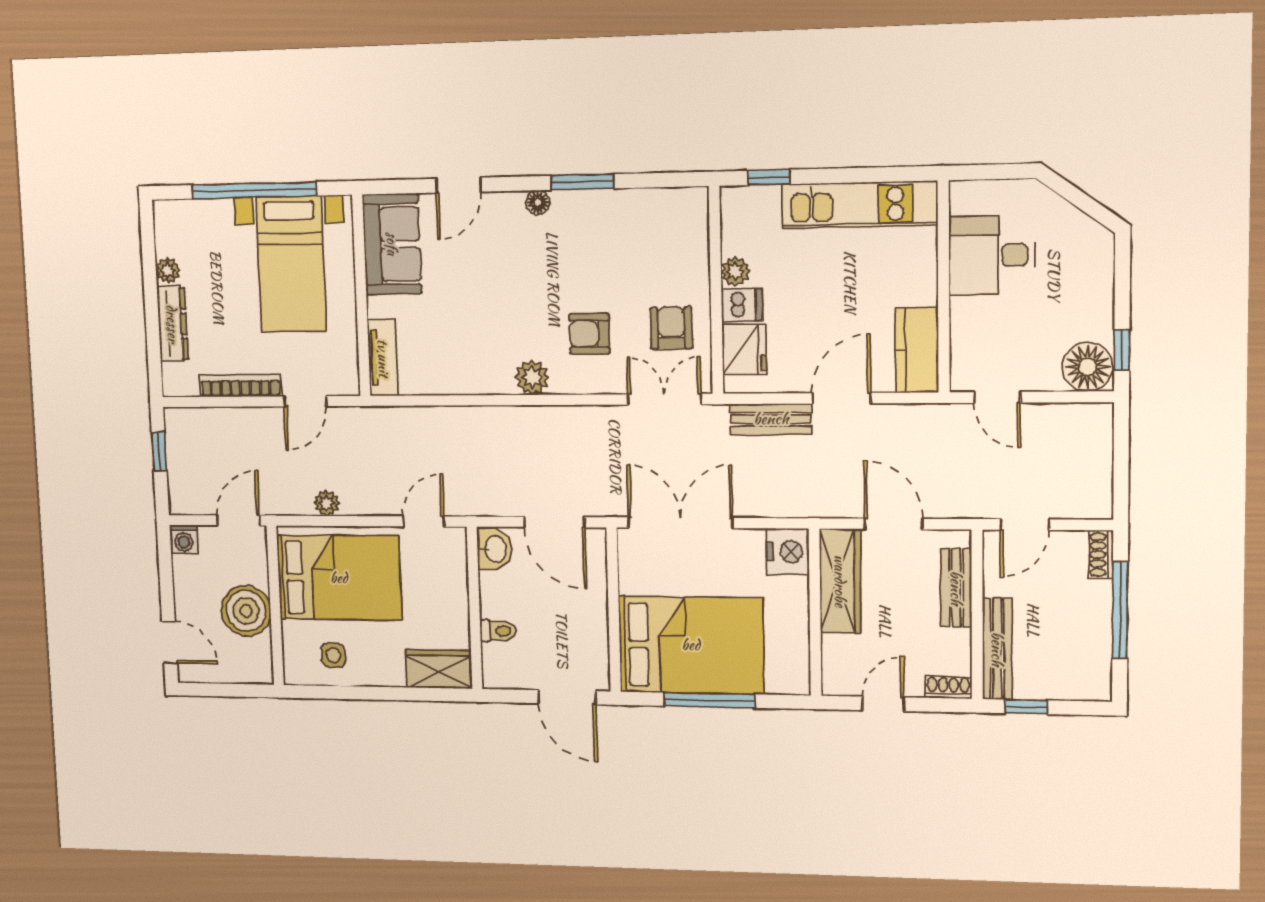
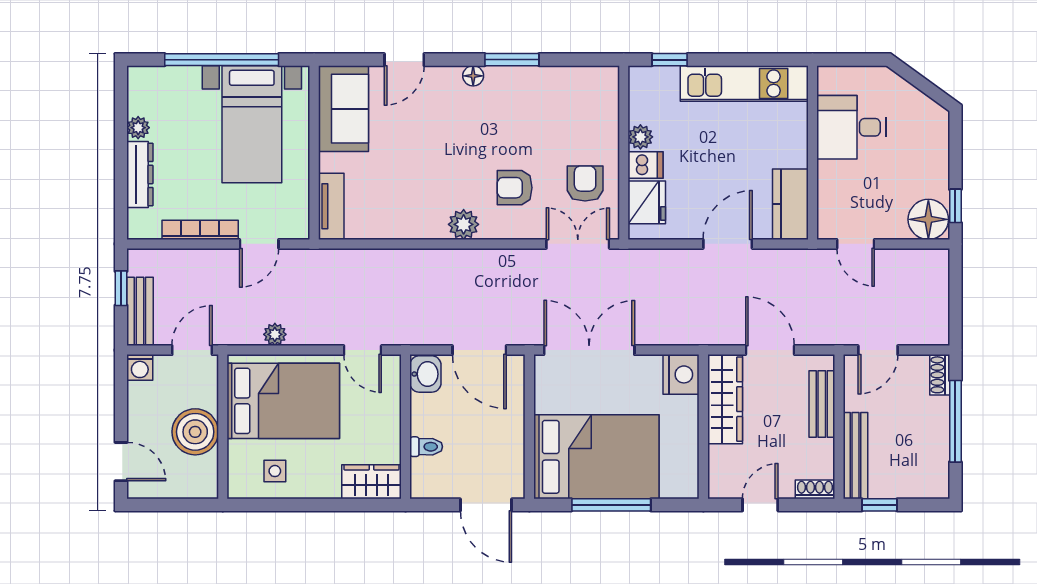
bench: (771, 419) -> (140, 311), moved, turned 90
door: (424, 521) -> (363, 350), swing flipped

